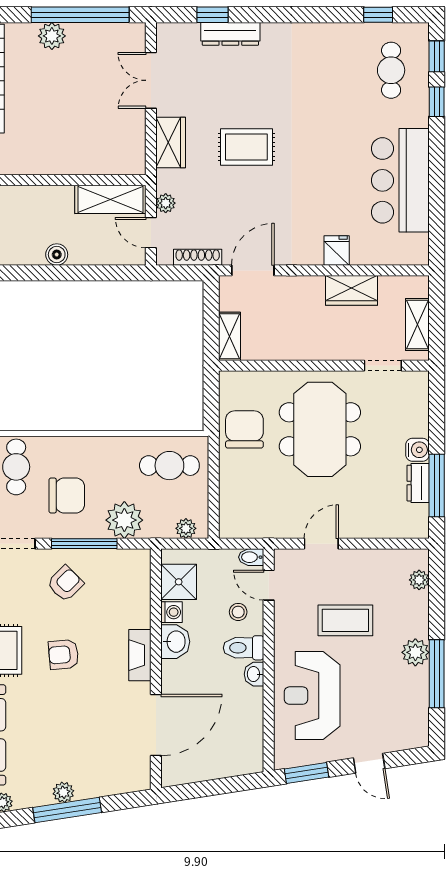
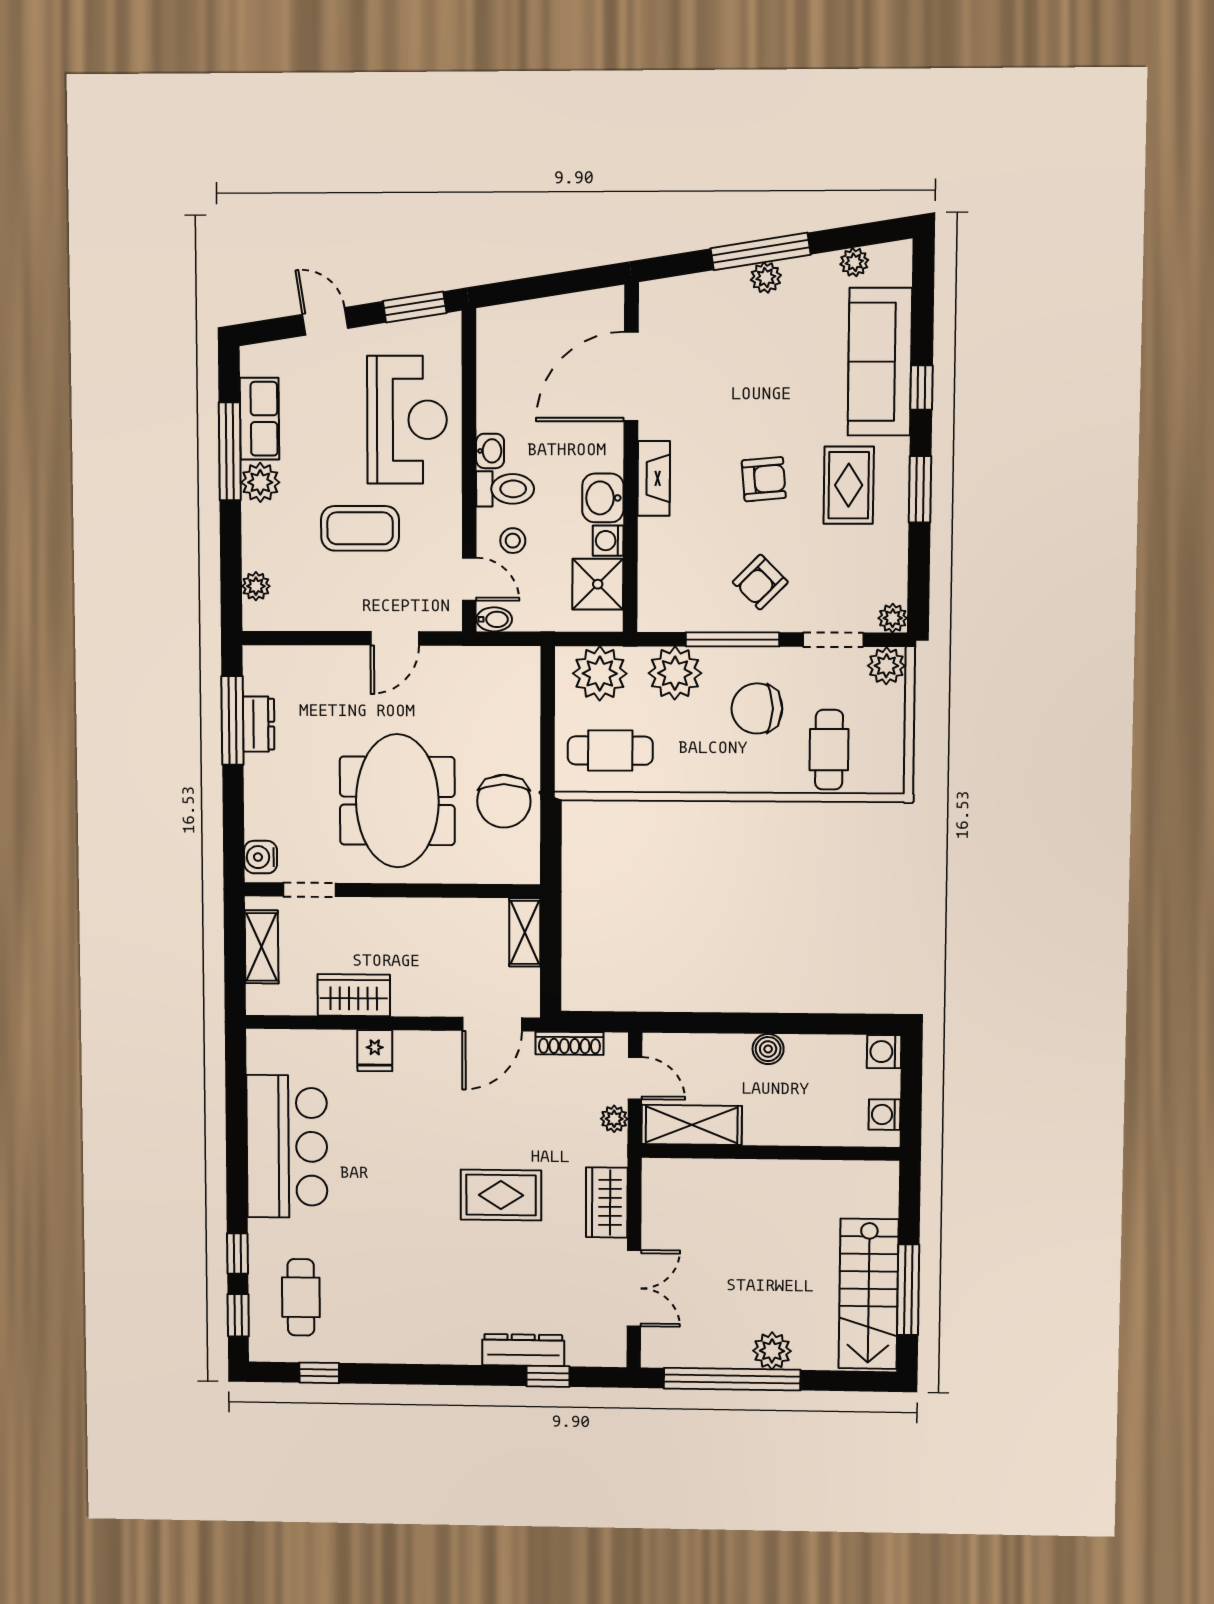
water cooler: (417, 450) -> (261, 857), moved
plant: (186, 528) -> (600, 673), width x1.87, depth x1.87
row of seats: (416, 696) -> (259, 419), added

